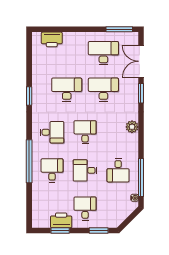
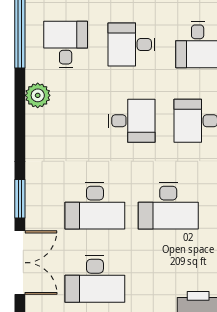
plant: (132, 127) -> (38, 95), moved
desk: (85, 132) -> (132, 121), turned -90
desk: (85, 170) -> (132, 44), turned 180

